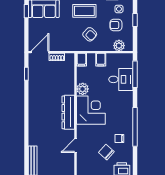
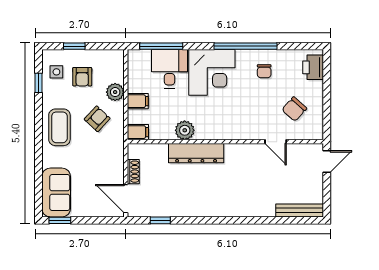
plant: (119, 46) -> (115, 92), moved
corner desk: (91, 110) -> (212, 72), moved, turned 180
dresser: (68, 112) -> (196, 153), moved
chair: (106, 152) -> (294, 109), moved

